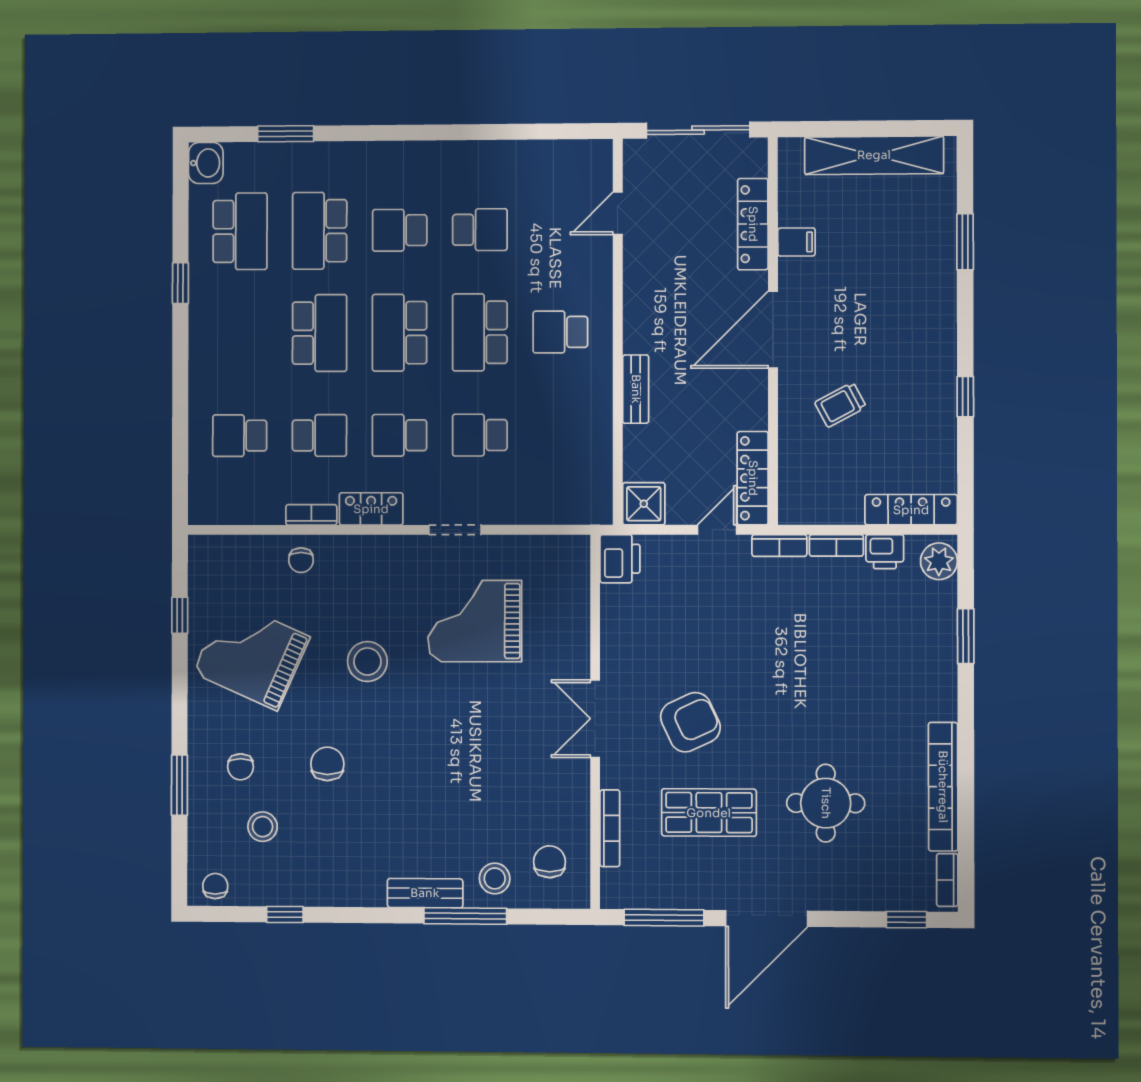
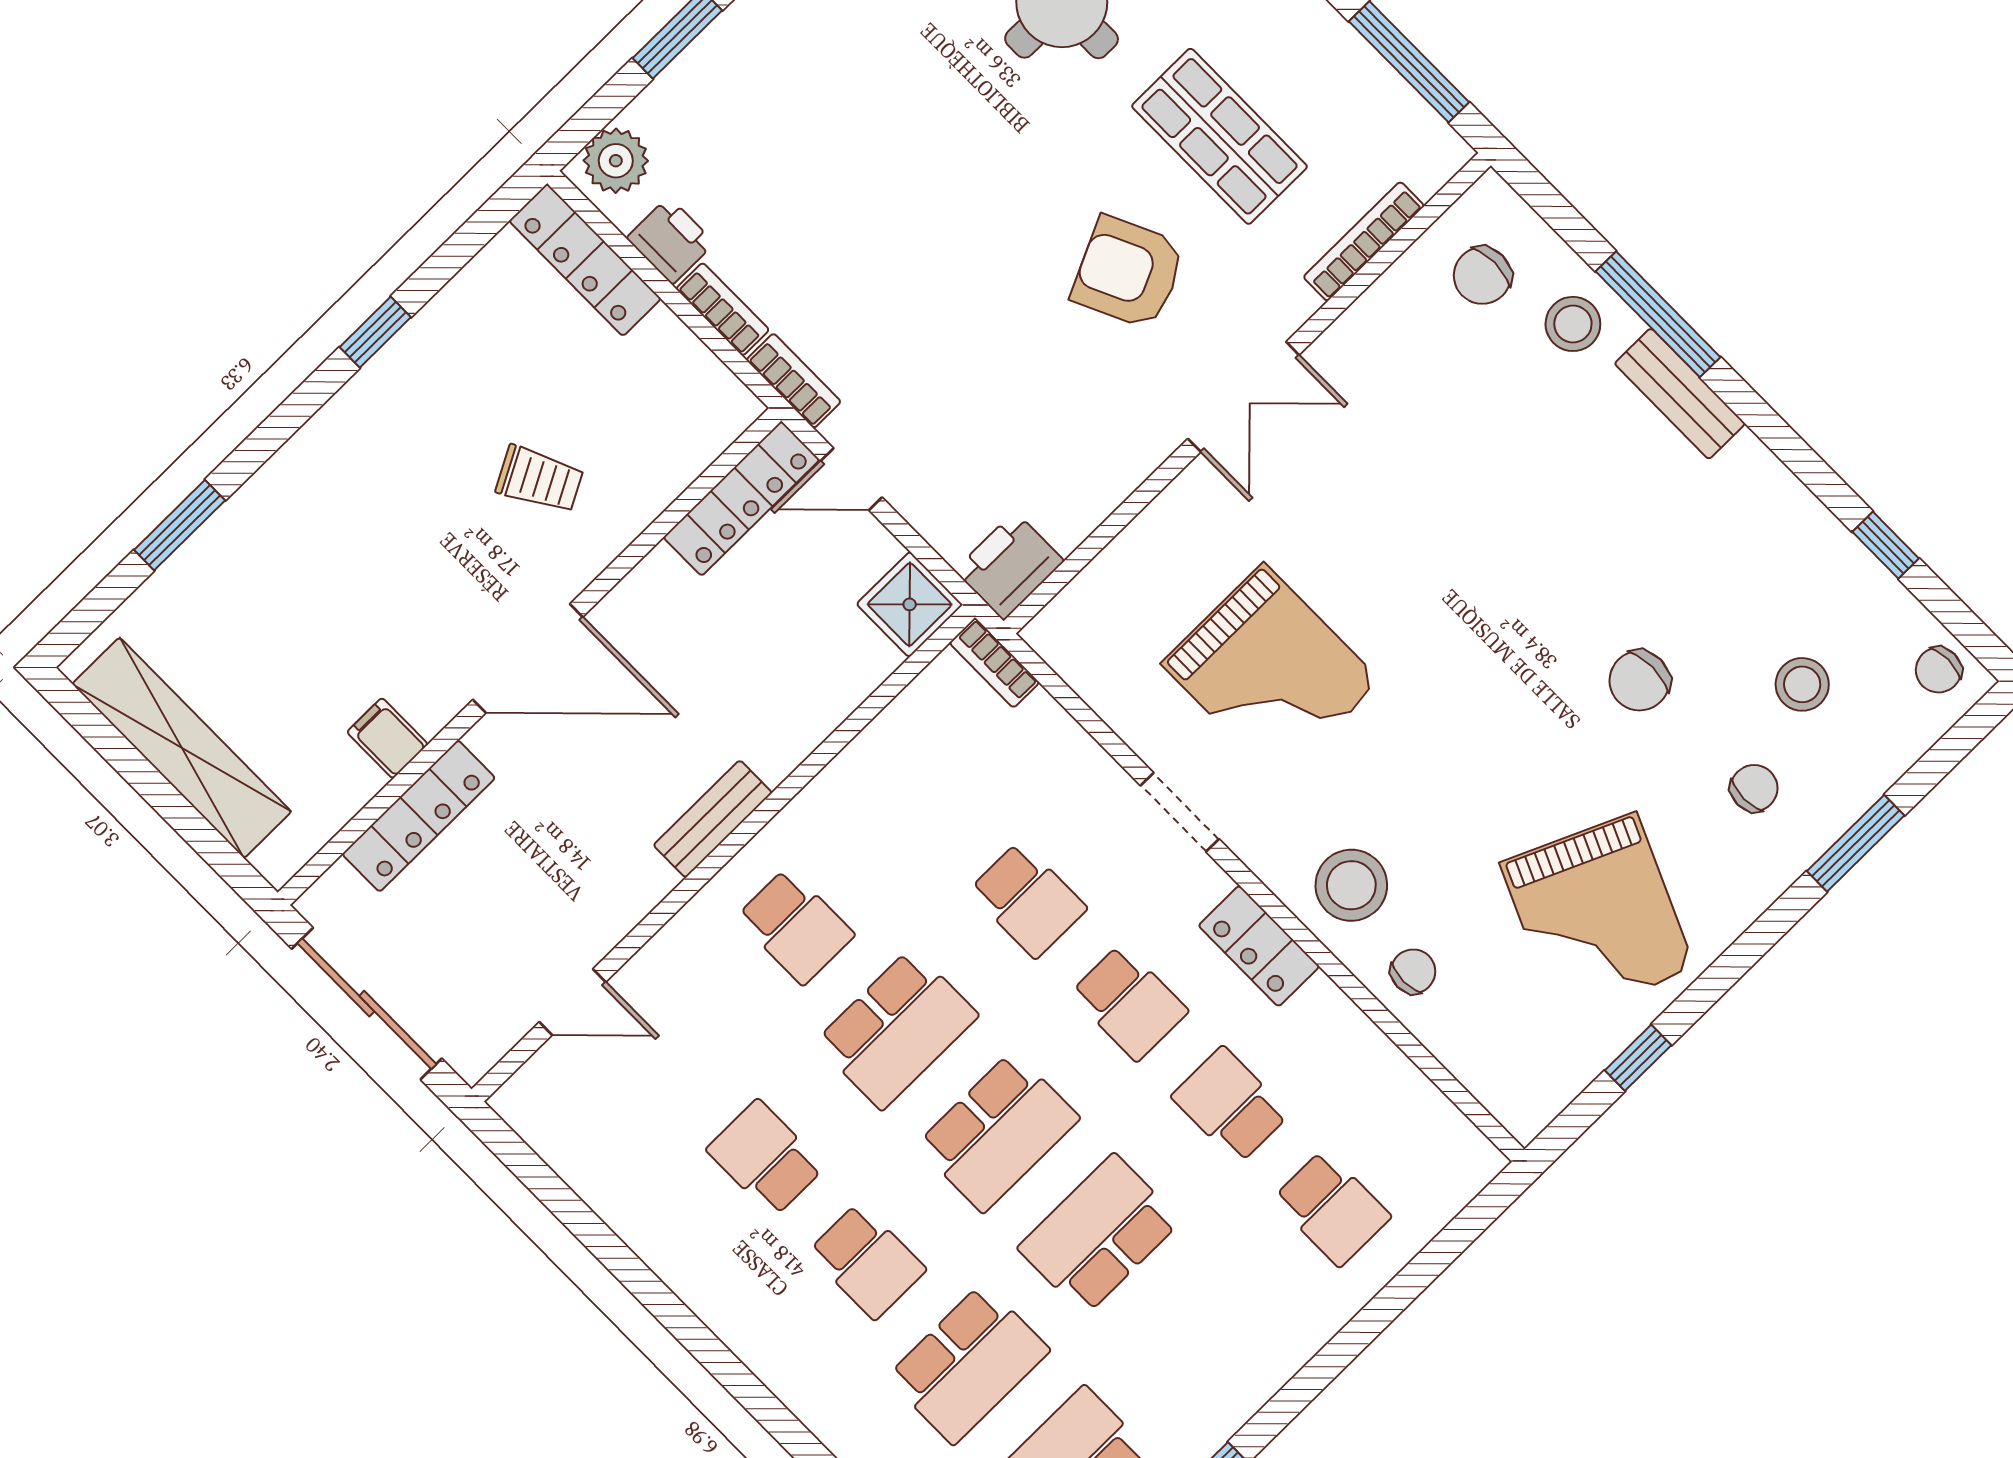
bench: (636, 389) -> (713, 819), moved
bookcase: (311, 515) -> (994, 663), moved
stool: (367, 661) -> (1351, 885), moved

